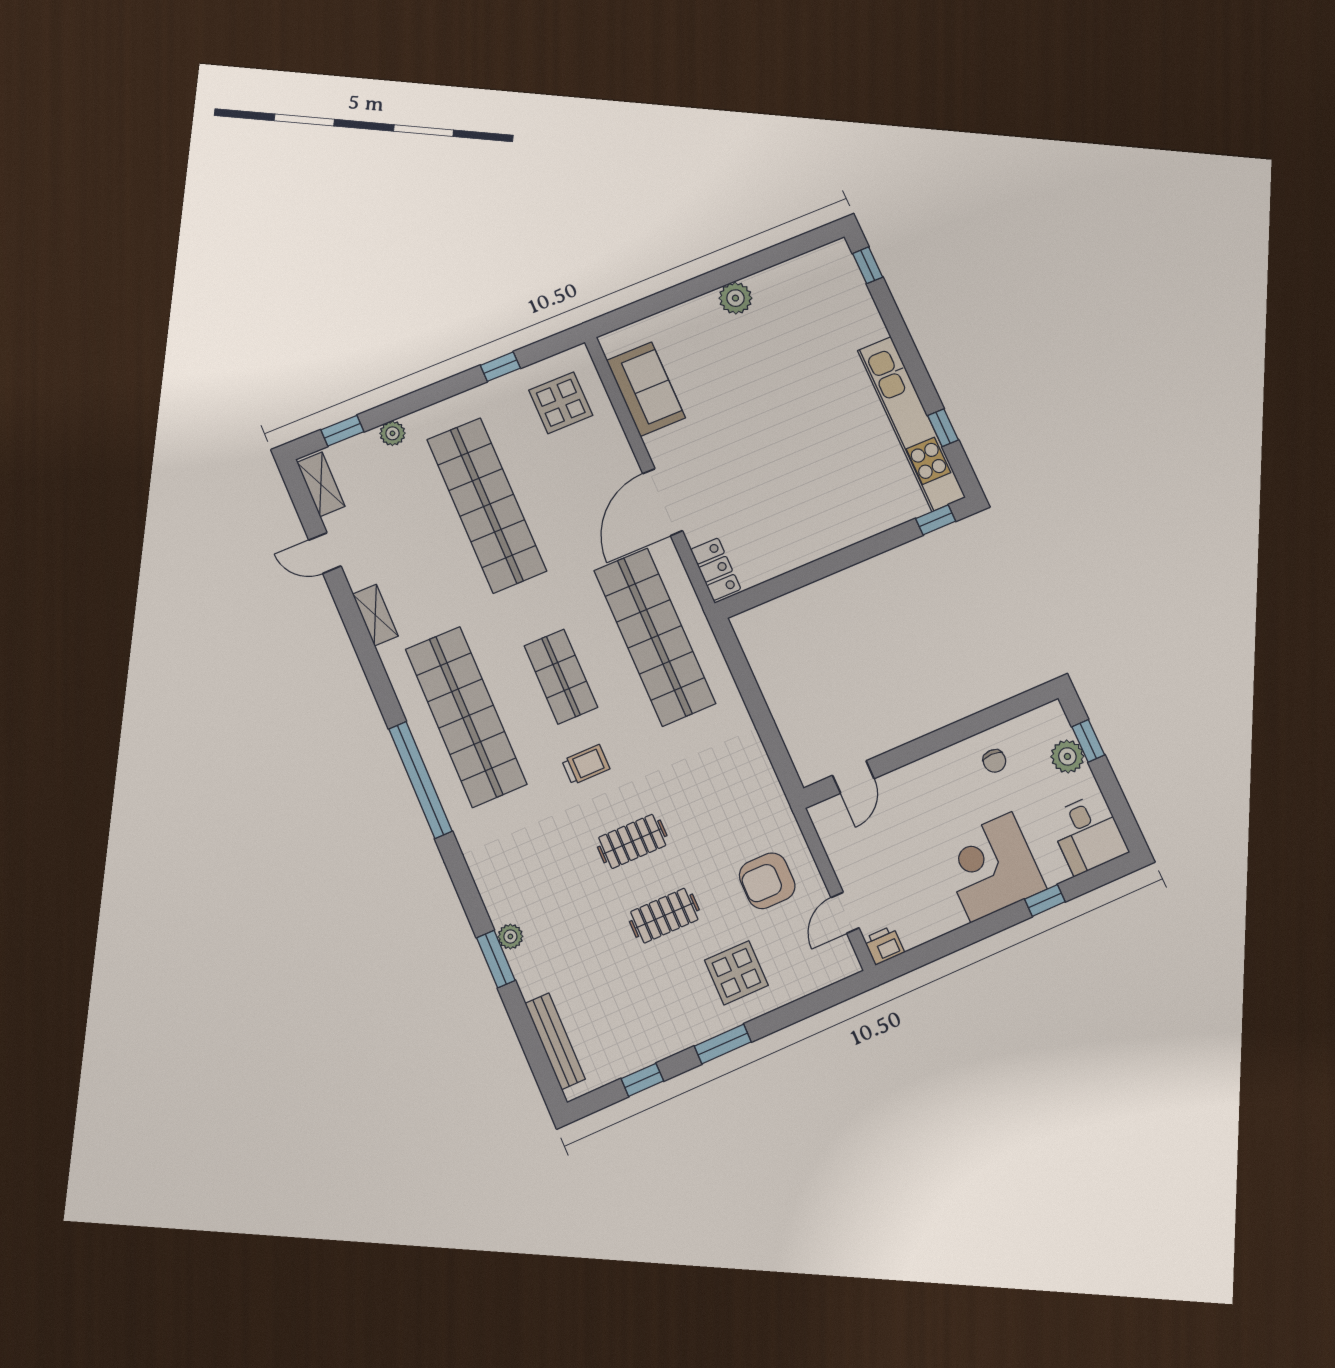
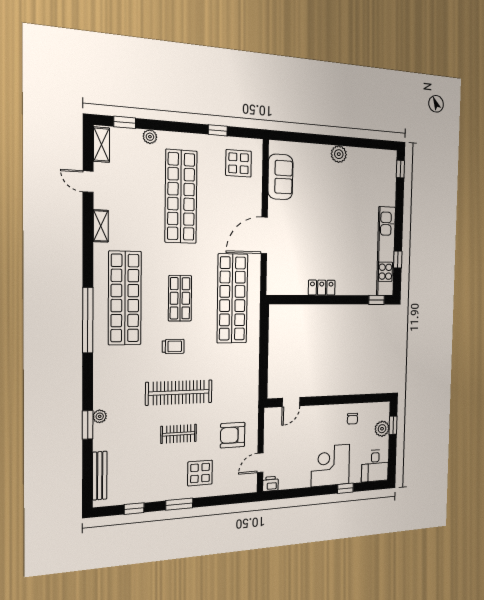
locker: (716, 569) -> (322, 288), moved, turned -90
clothes rail: (632, 841) -> (179, 392), width x1.86, depth x1.31

